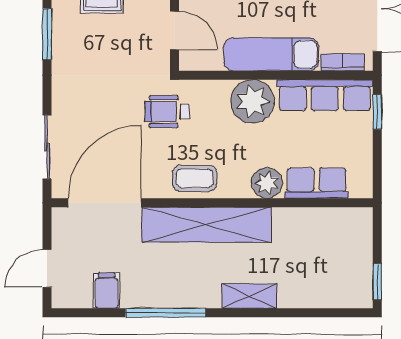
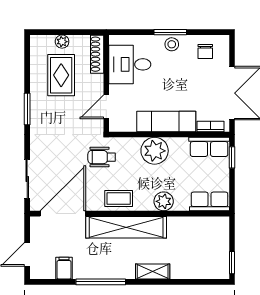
door: (175, 31) -> (106, 107), swing flipped
row of seats: (325, 95) -> (209, 147), width x0.68
row of seats: (317, 183) -> (210, 201), moved

